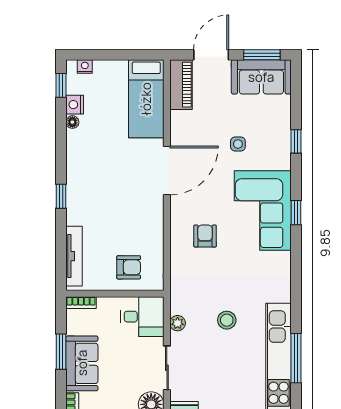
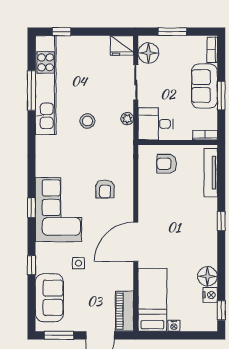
nightstand: (85, 67) -> (174, 326), moved
sofa: (261, 77) -> (49, 298), moved, turned 90
floor lamp: (72, 122) -> (207, 276), width x1.89, depth x1.89

